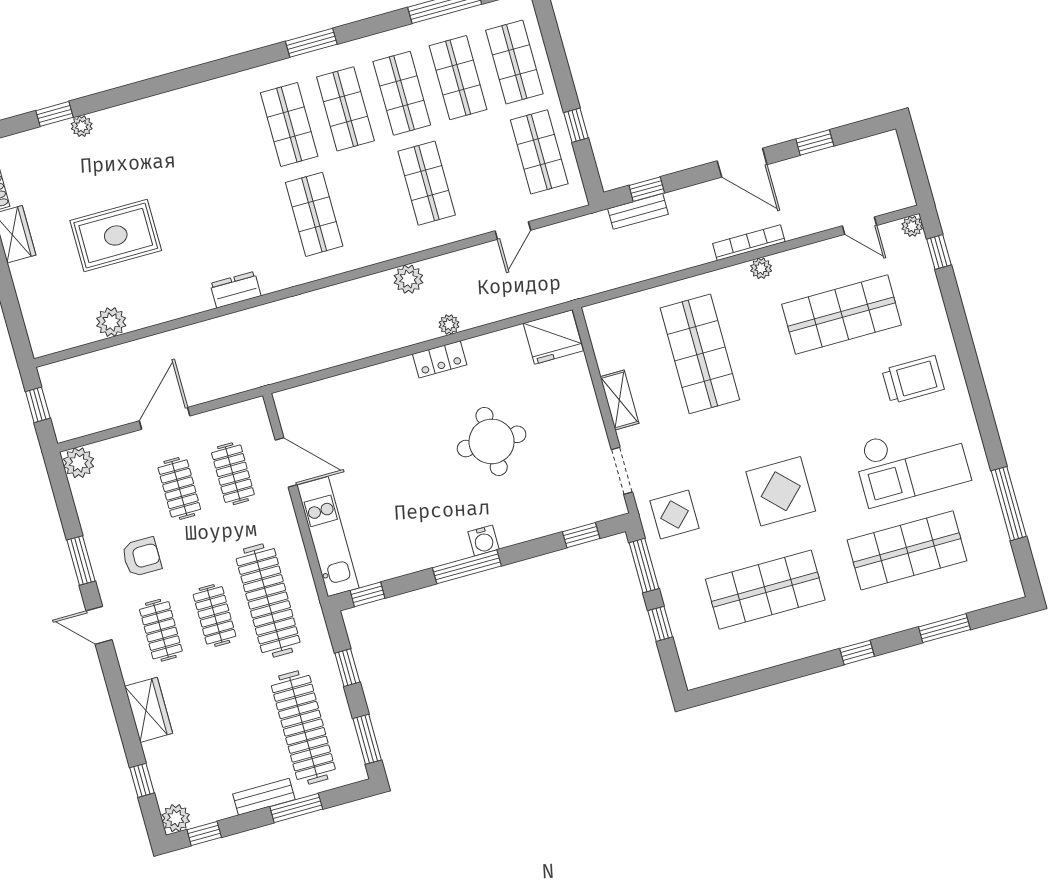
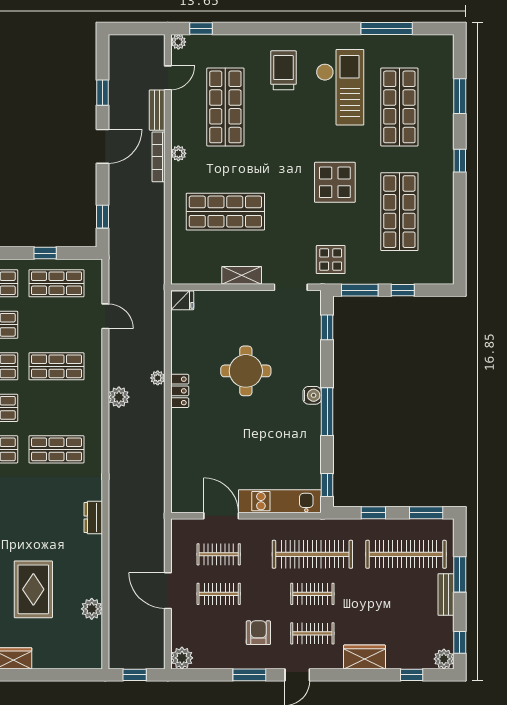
bench: (638, 211) -> (157, 110), moved
fridge: (553, 337) -> (182, 300), width x0.53, depth x0.75
door: (286, 462) -> (221, 516), hinge flipped

